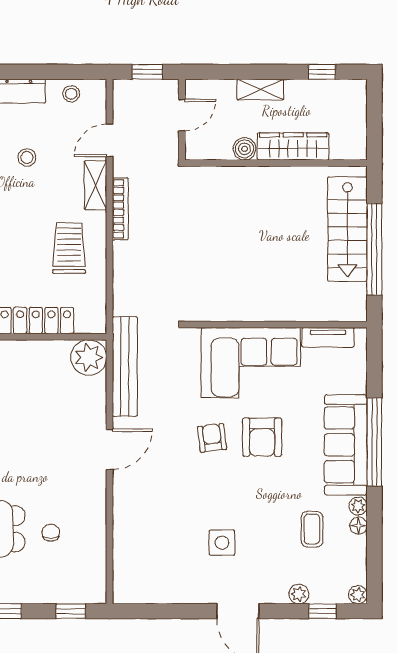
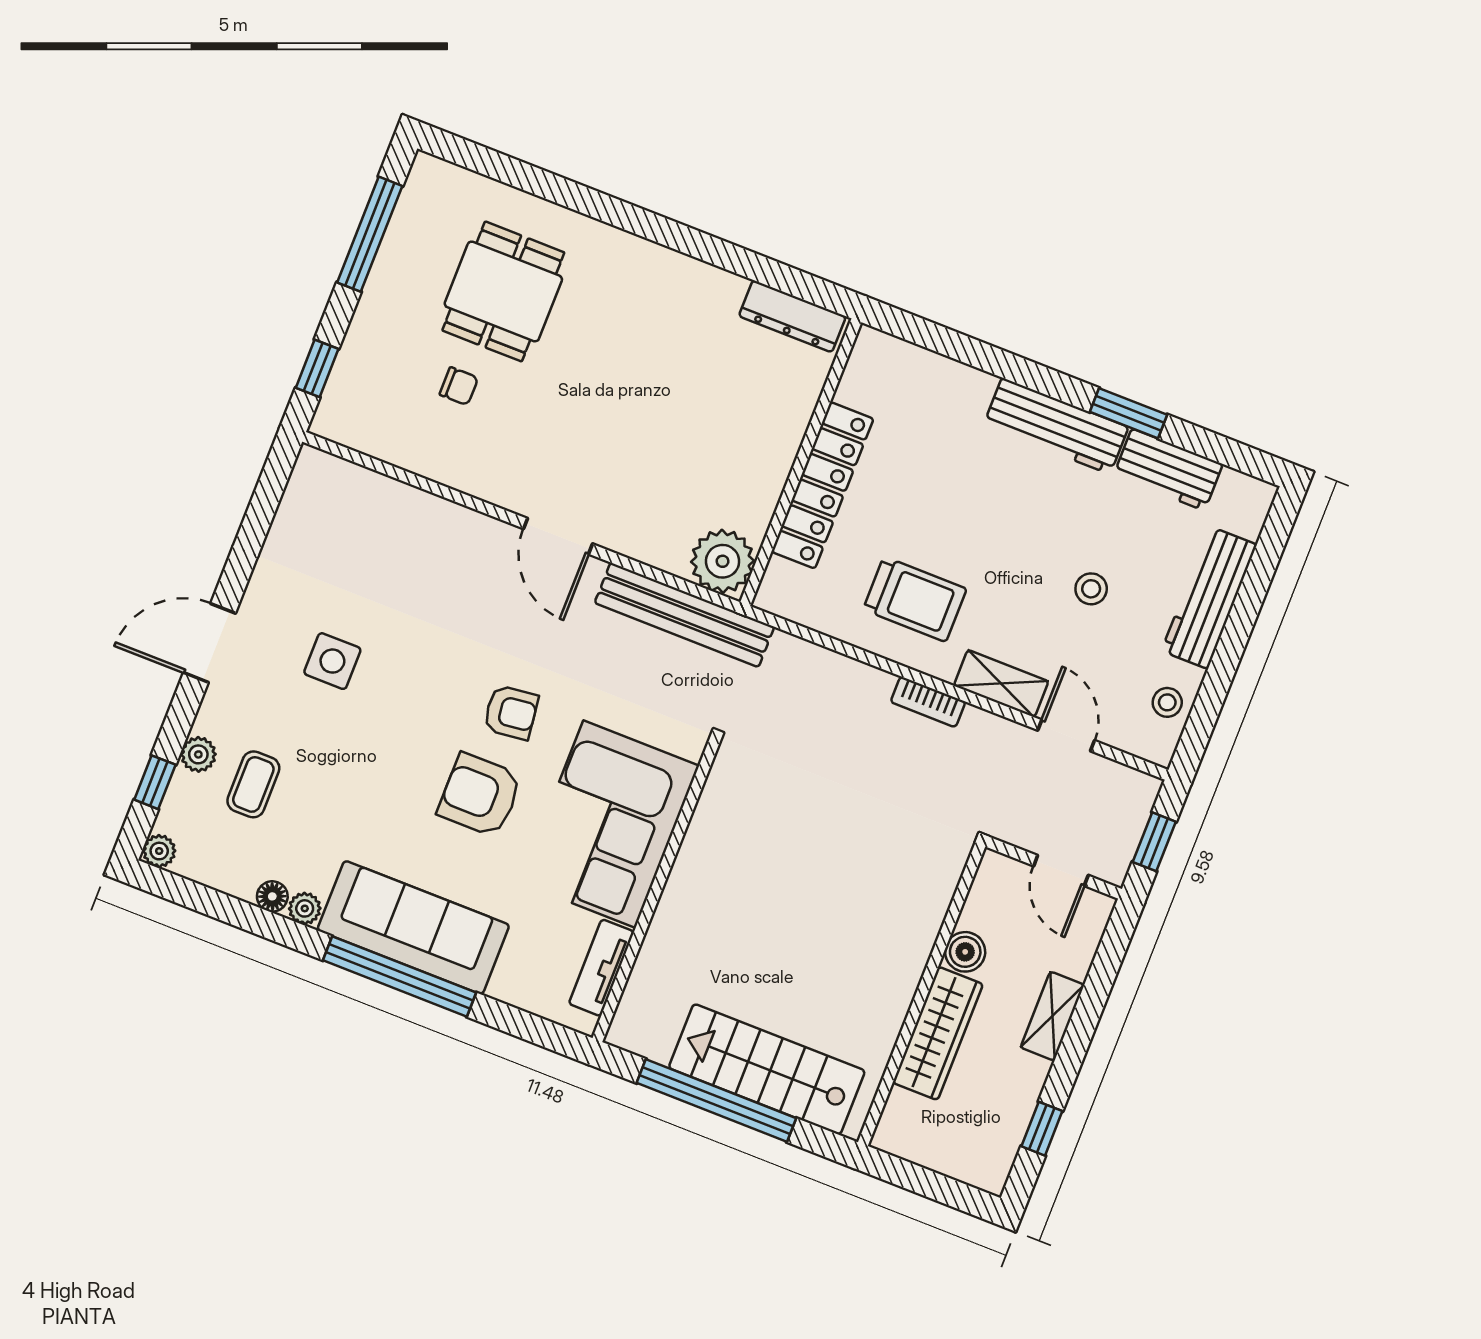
bookcase: (120, 209) -> (928, 702), width x0.64
coffee table: (312, 529) -> (253, 784), moved, turned 90

